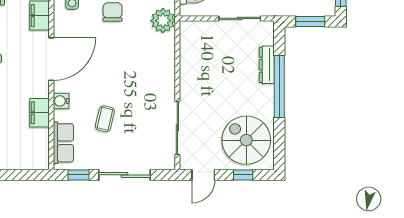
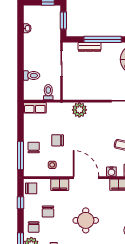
plant: (163, 21) -> (79, 110), moved

